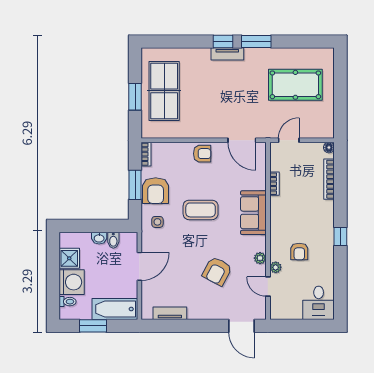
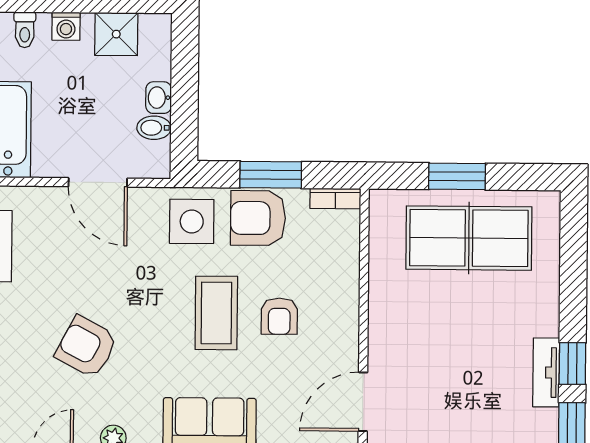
armchair: (202, 154) -> (279, 316), moved
side table: (157, 222) -> (192, 221), width x1.87, depth x1.87
washing machine: (72, 282) -> (66, 26), width x0.53, depth x0.53

